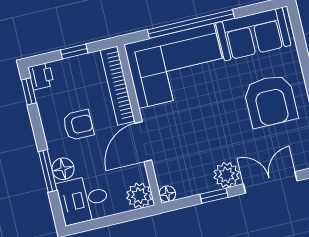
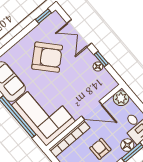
armchair: (270, 101) -> (47, 57), moved, turned 48
plant: (226, 175) -> (87, 58), removed
floor lamp: (167, 194) -> (98, 67), moved

